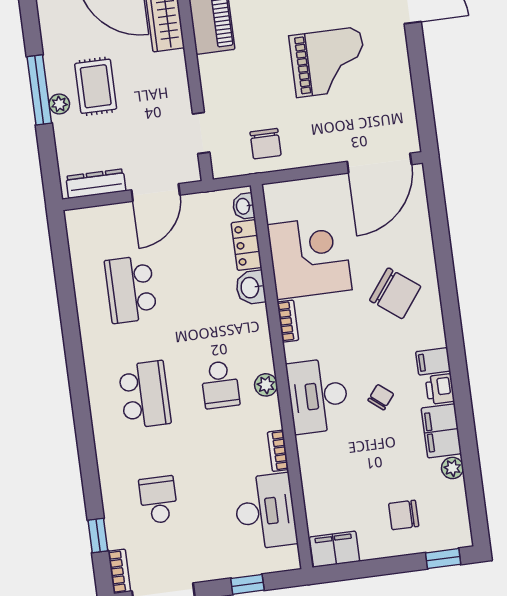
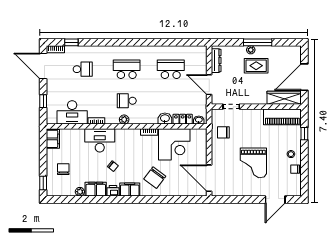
filing cabinet: (433, 361) -> (130, 190), width x2.00
school desk: (145, 395) -> (127, 69), turned 180
desk: (318, 396) -> (100, 140), moved

